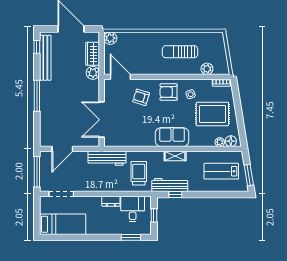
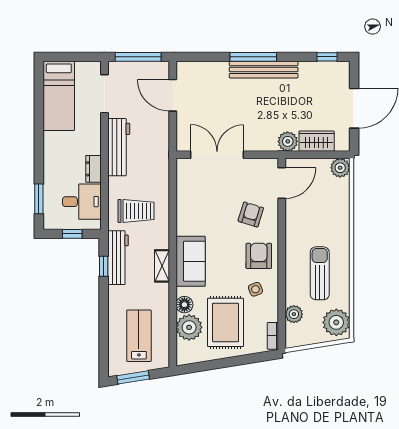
plant: (212, 41) -> (336, 322), added
bench: (45, 58) -> (264, 70), moved
floor lamp: (231, 141) -> (184, 305), moved
plant: (220, 142) -> (189, 327), width x1.87, depth x1.87
workbench: (107, 158) -> (119, 147), moved, turned 180

